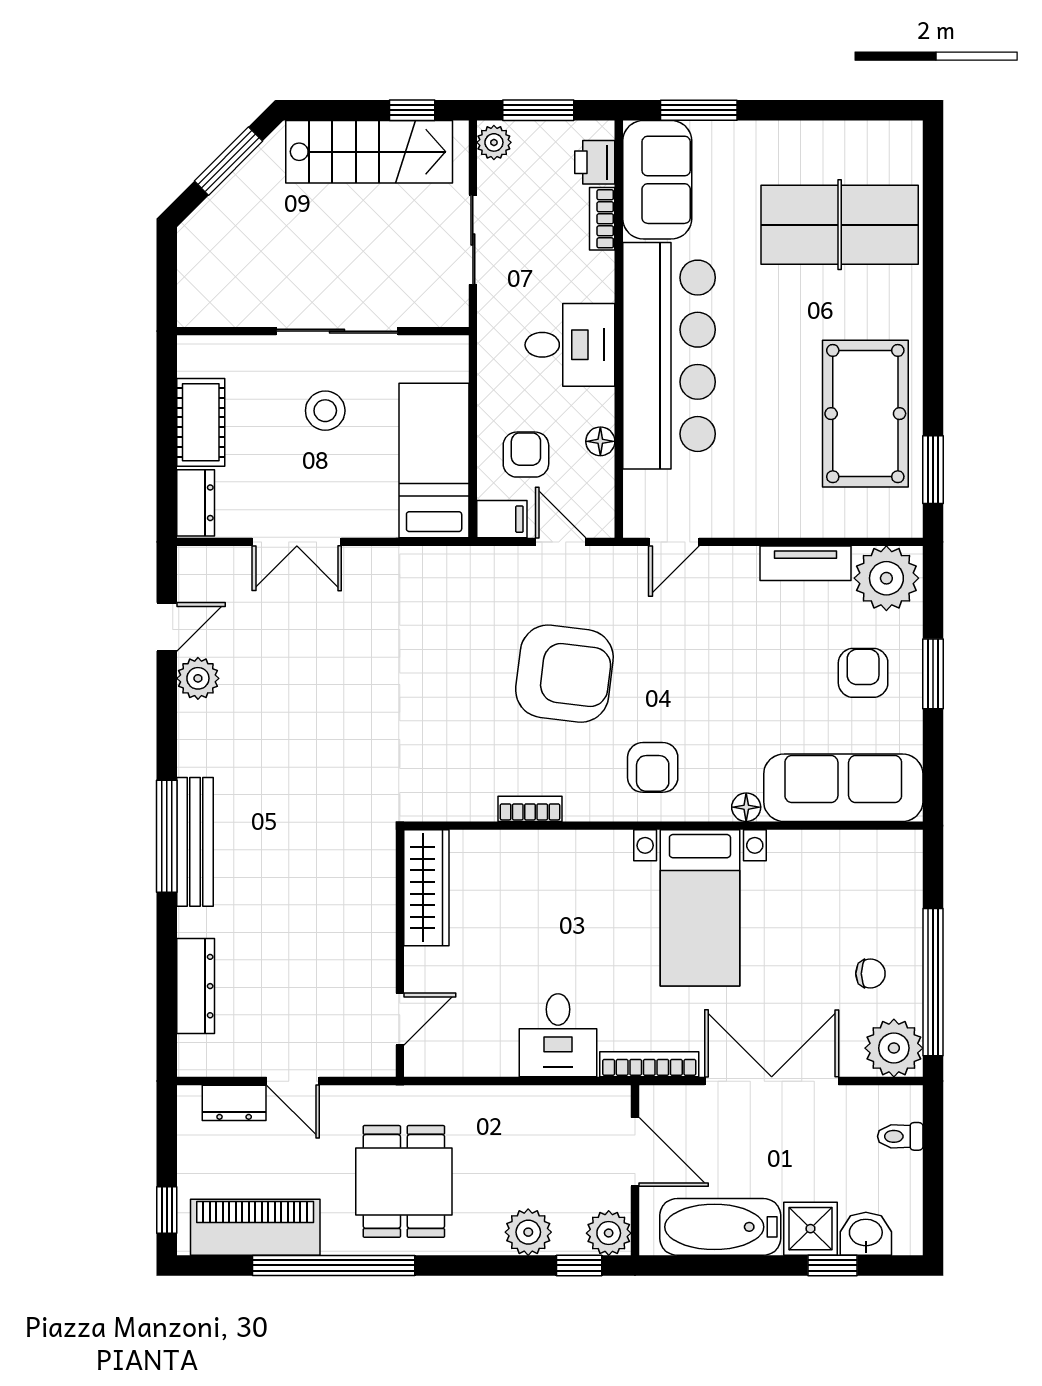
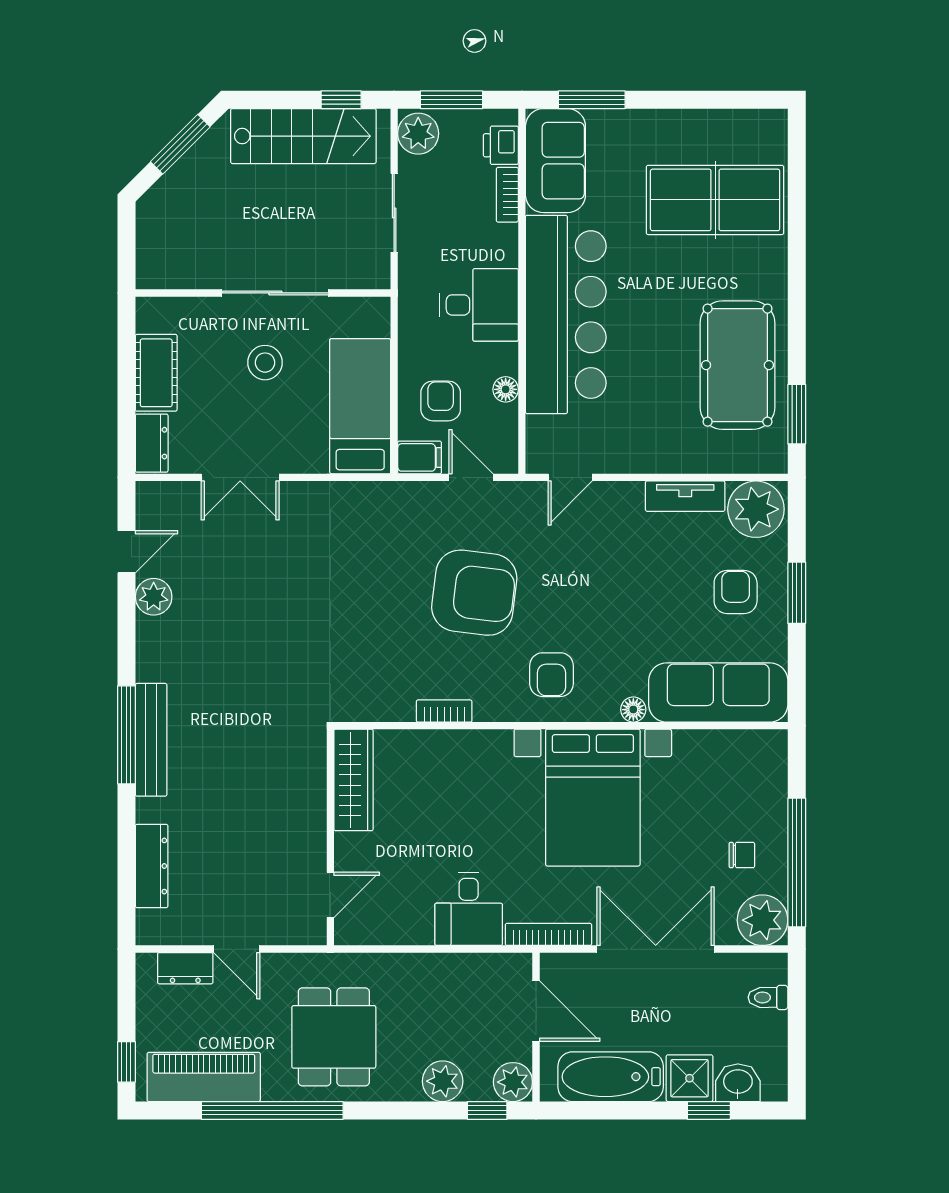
plant: (494, 142) -> (418, 134), width x1.38, depth x1.38
bed with nightstands: (700, 908) -> (593, 798), width x1.36

